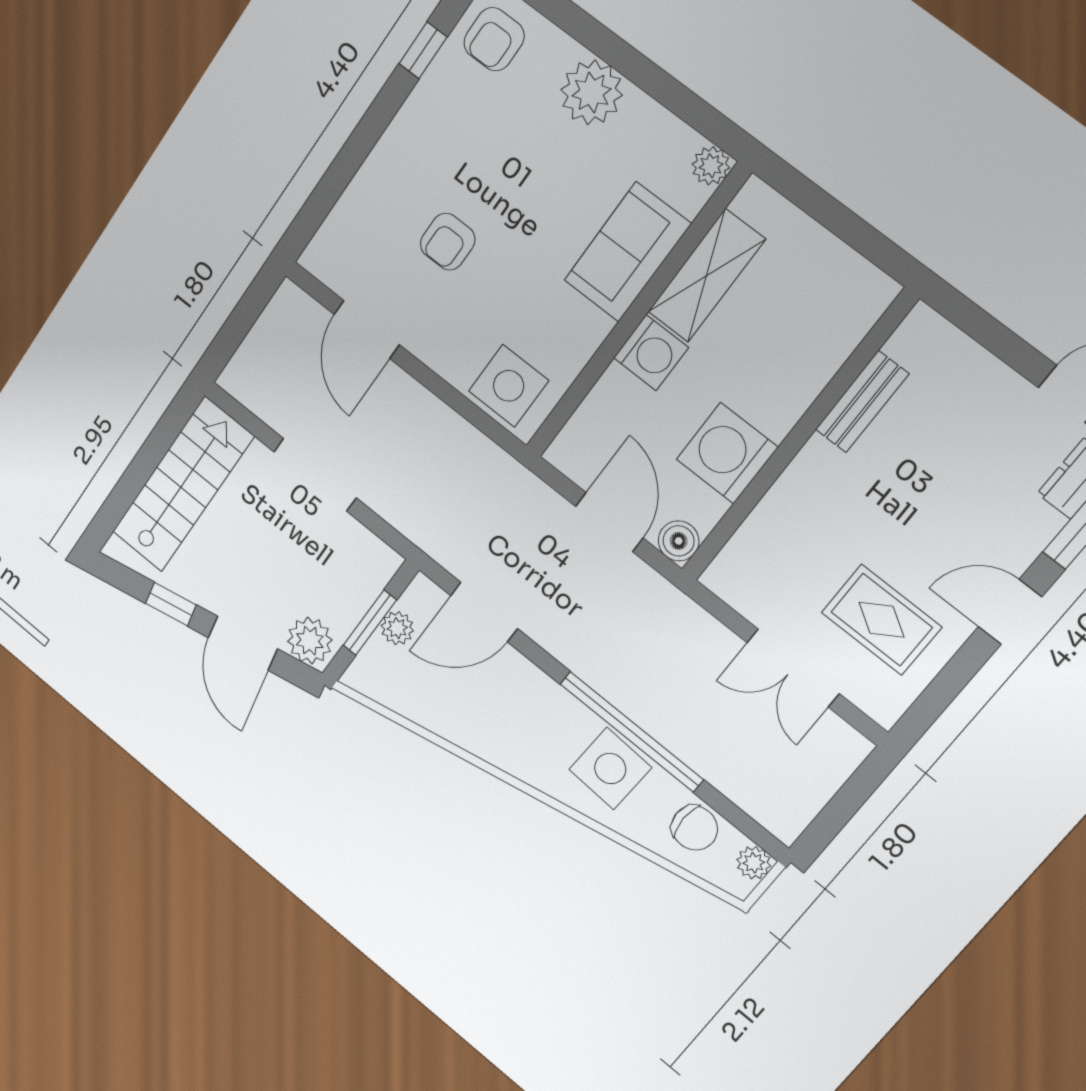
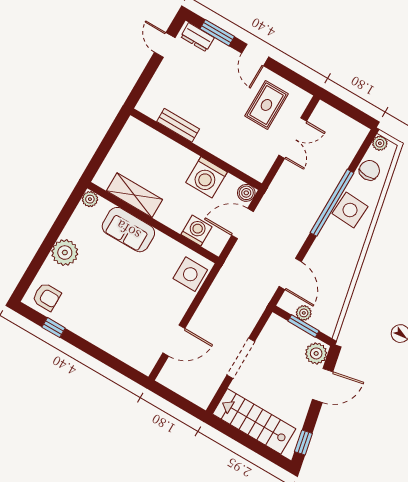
armchair: (448, 242) -> (132, 308), removed
washing machine: (651, 353) -> (196, 231), moved
window: (171, 604) -> (303, 442), moved

